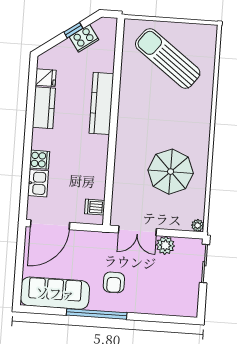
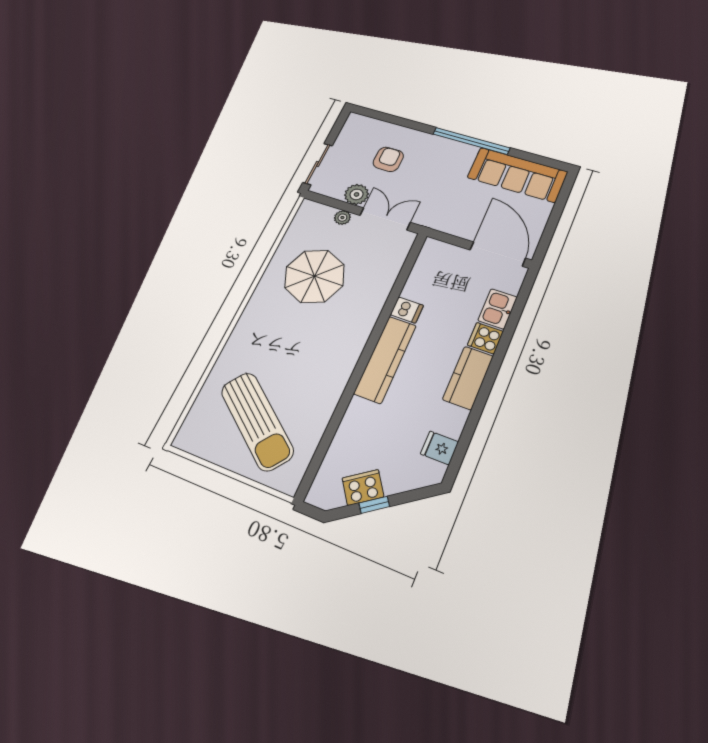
kitchen counter: (101, 103) -> (385, 359), moved
kitchen counter: (44, 108) -> (468, 378), moved
dishwasher: (95, 207) -> (407, 310), moved
door: (50, 225) -> (498, 254), hinge flipped
plant: (198, 225) -> (342, 218), moved
armchair: (114, 282) -> (388, 159), moved

